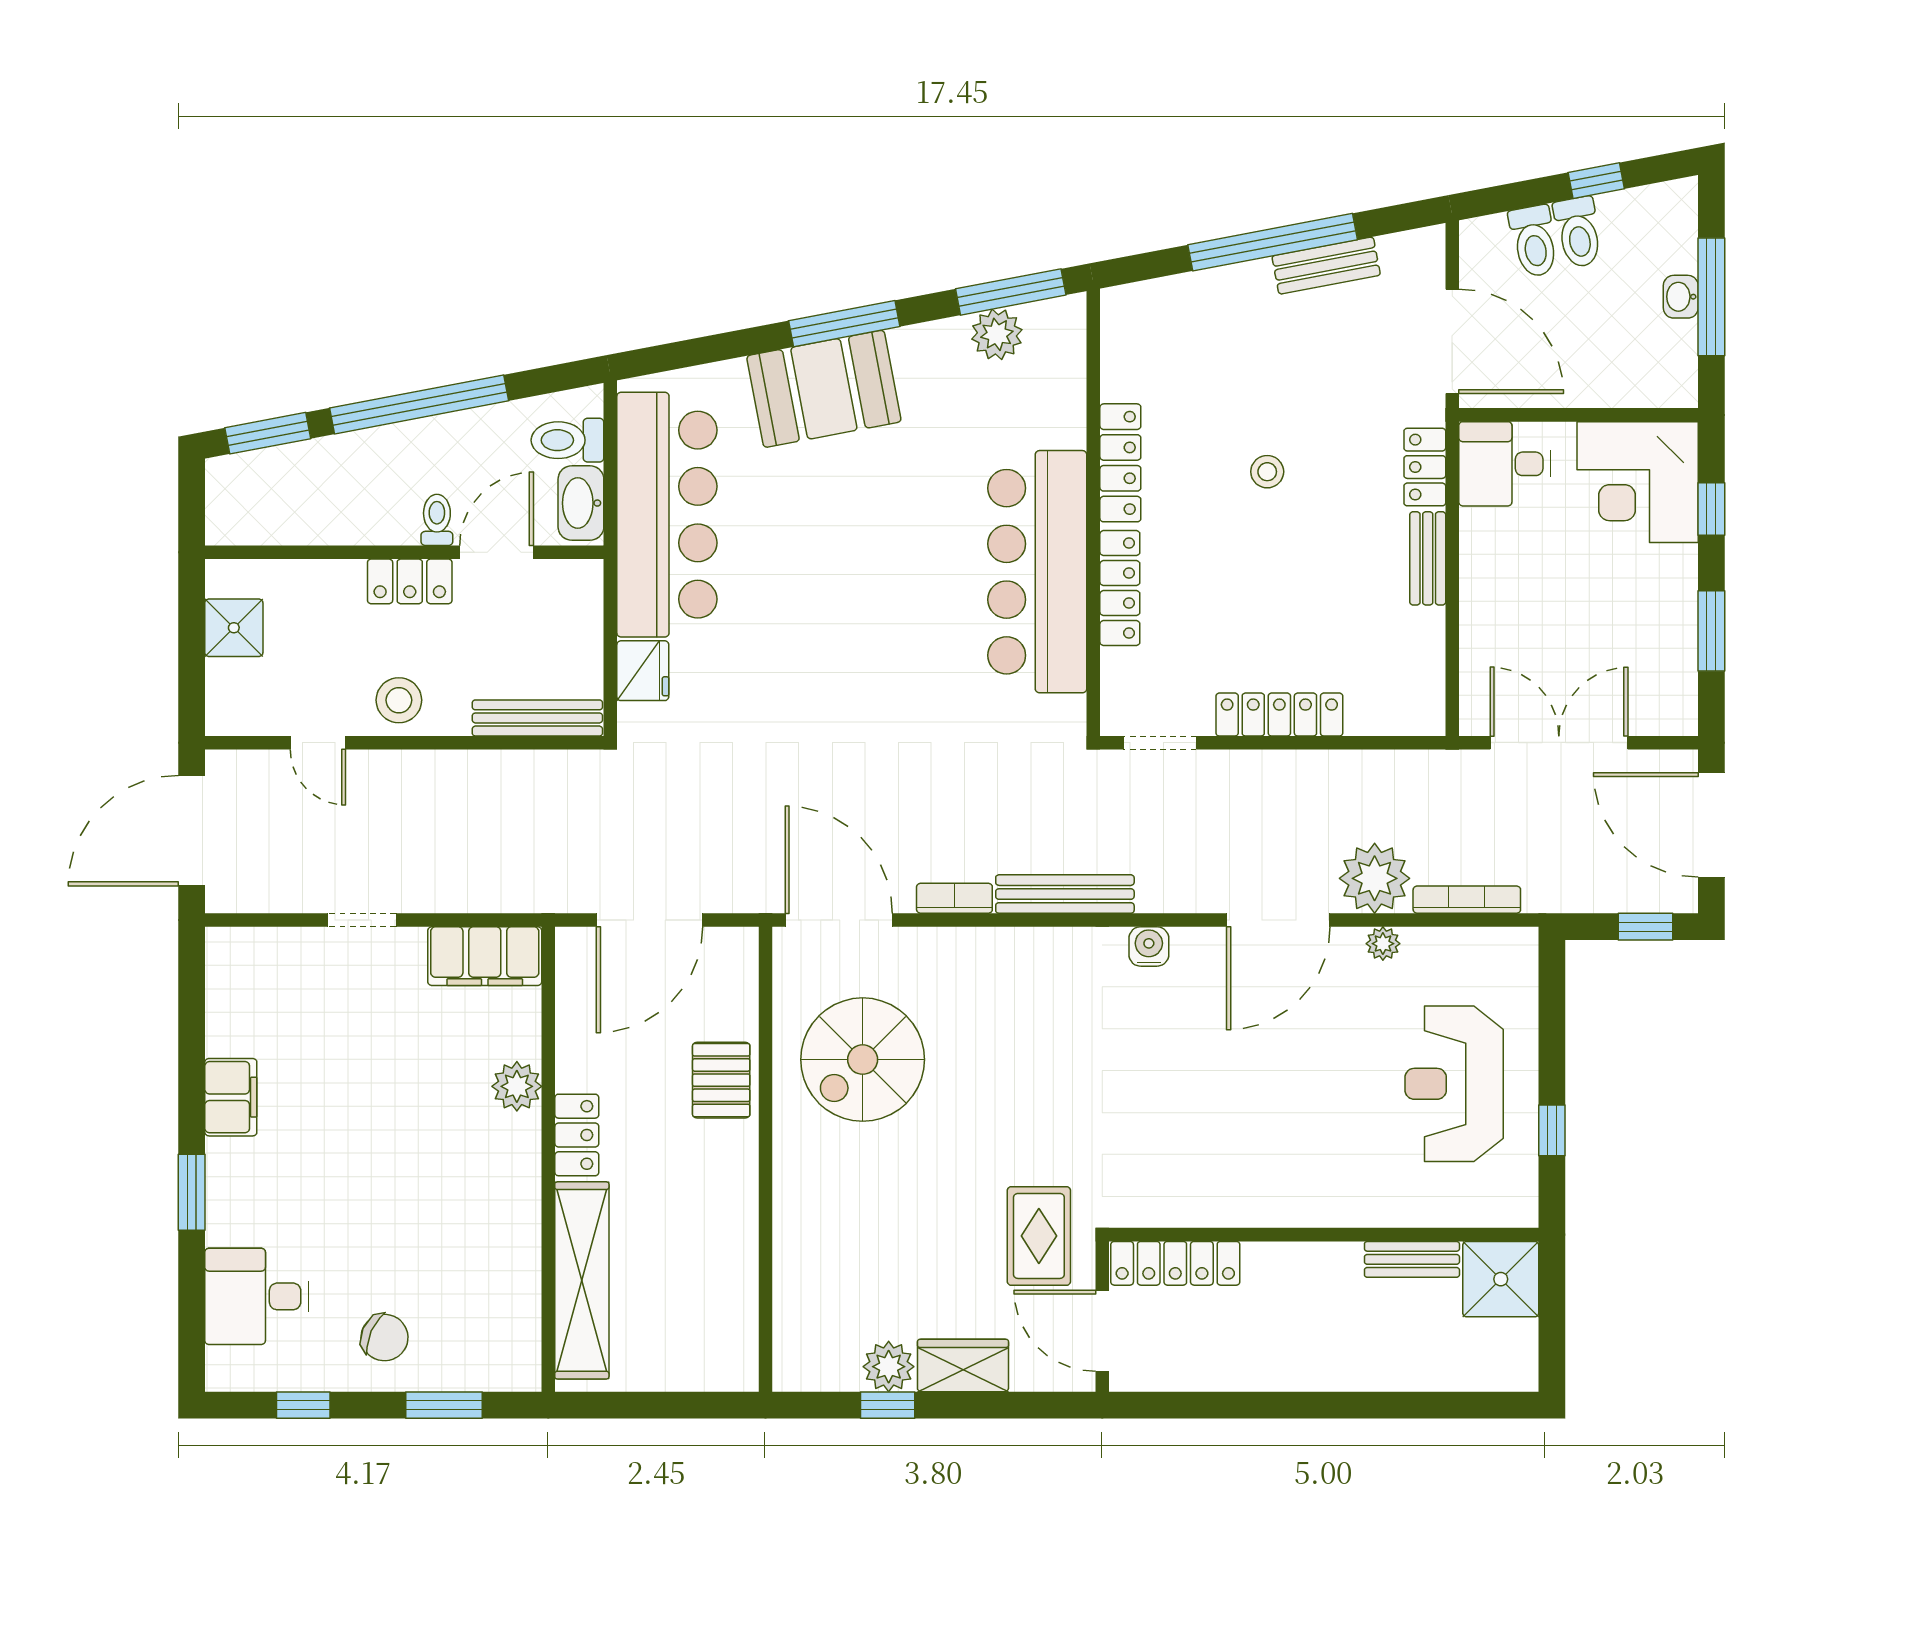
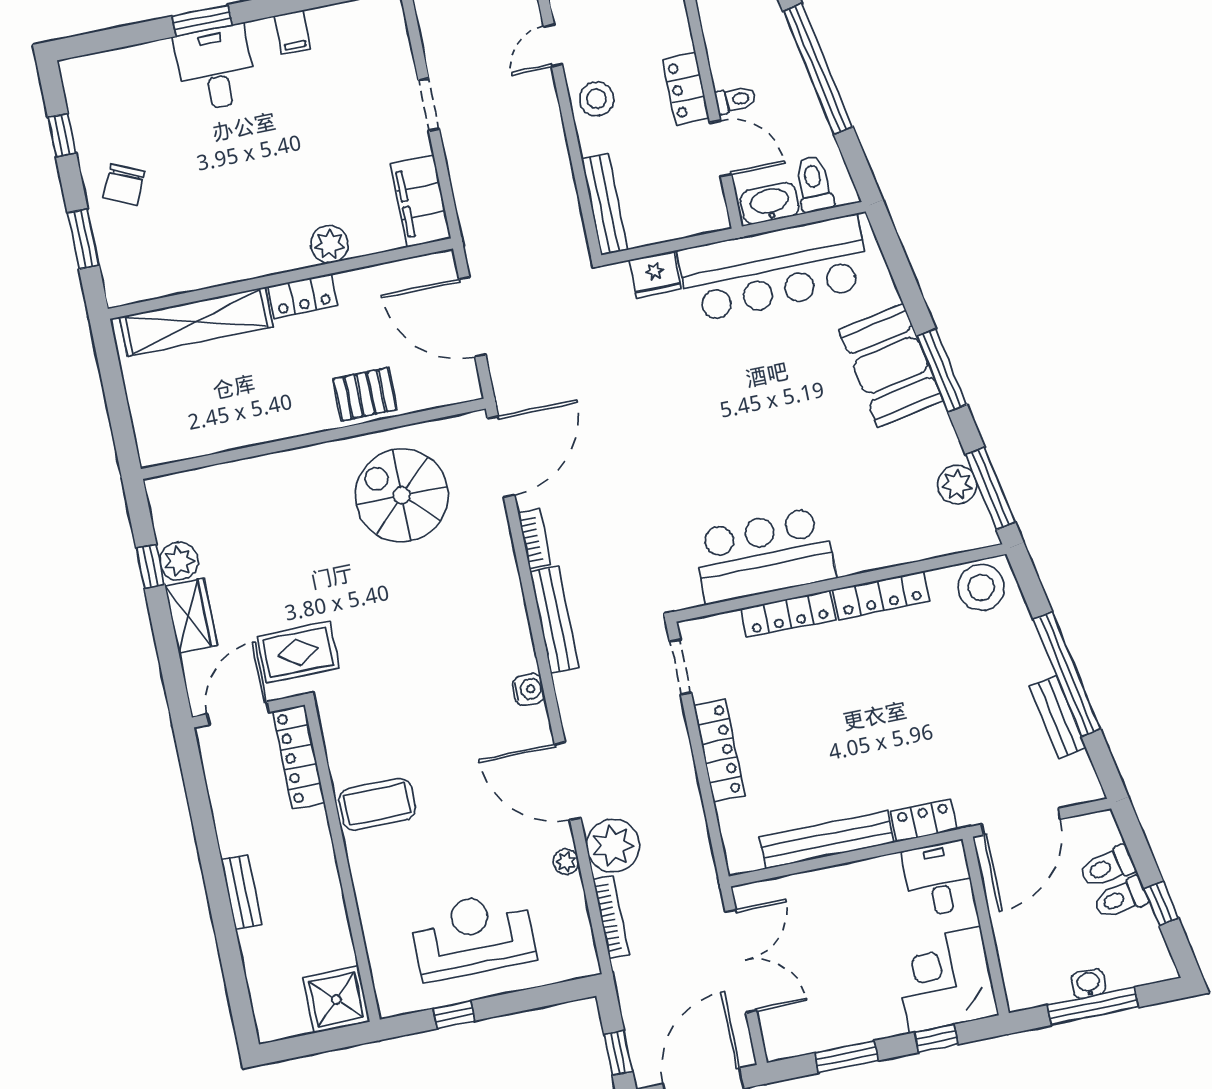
stool: (1267, 472) -> (981, 587), moved, width x1.89, depth x1.89
bench: (1428, 558) -> (827, 840), width x1.86, depth x1.21
bar counter: (1037, 572) -> (764, 555), width x0.73
filing cabinet: (231, 1097) -> (293, 32), width x0.50
coffee table: (1258, 1174) -> (377, 804), added
bench: (1412, 1259) -> (241, 892), moved
desk: (257, 1296) -> (215, 68), moved

